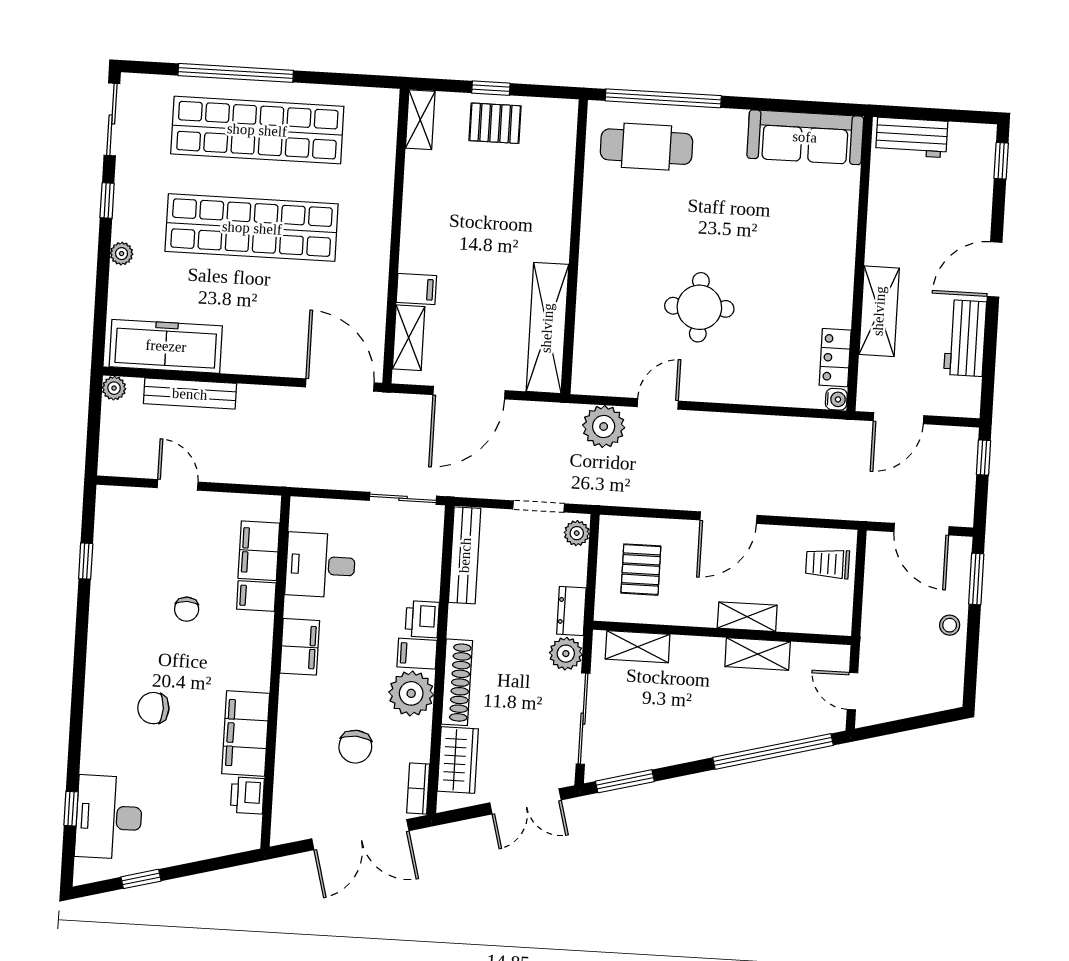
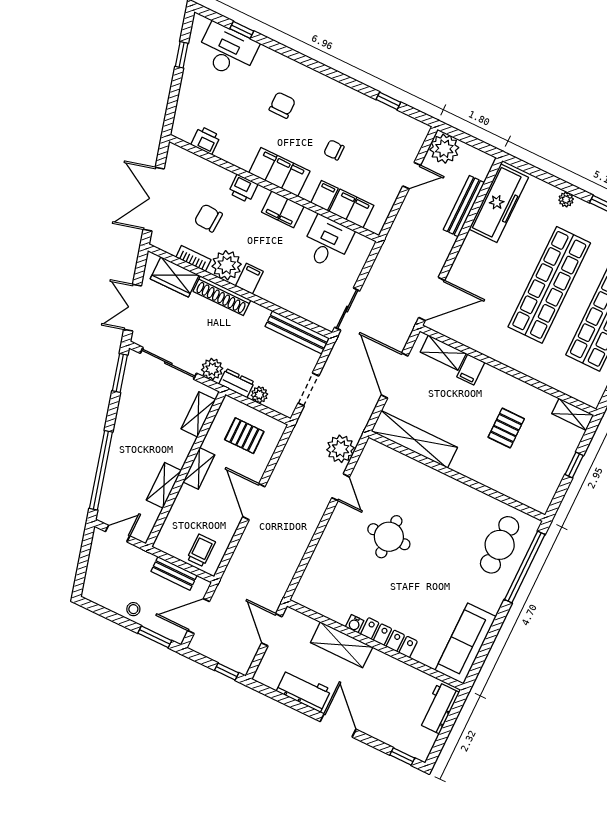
pallet: (495, 123) -> (506, 428), moved
locker: (835, 358) -> (389, 638), moved, width x1.53
plant: (114, 388) -> (444, 149), moved, width x1.88, depth x1.88
water cooler: (836, 399) -> (355, 624), moved
plant: (577, 533) -> (259, 395), moved
bench: (876, 589) -> (174, 573), added
shelving: (747, 617) -> (199, 468), moved
printer: (422, 619) -> (243, 189), moved, turned 180
filing cabinet: (246, 733) -> (279, 172), moved
bookcase: (418, 789) -> (193, 258), moved

